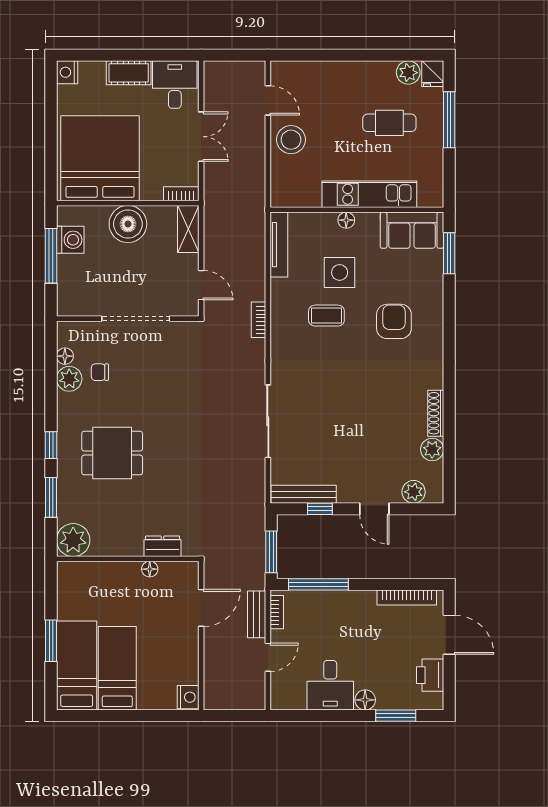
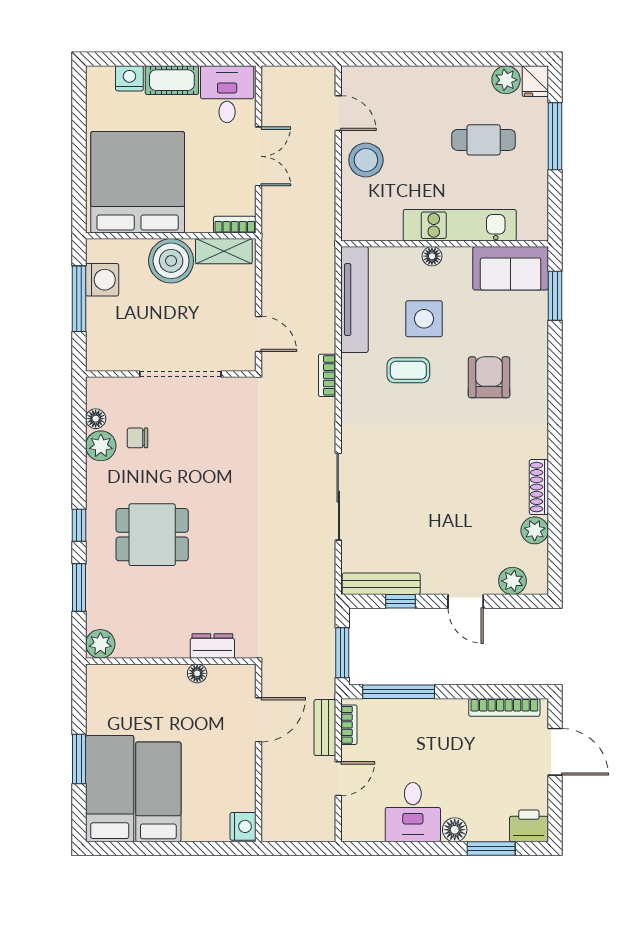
nightstand: (67, 72) -> (129, 78), moved, turned 90
shelving: (188, 229) -> (224, 251), moved, turned 90
tv unit: (279, 245) -> (355, 300), width x1.36, depth x1.29
plant: (73, 540) -> (100, 644), width x0.73, depth x0.73
printer: (430, 675) -> (529, 826), moved, turned 90

